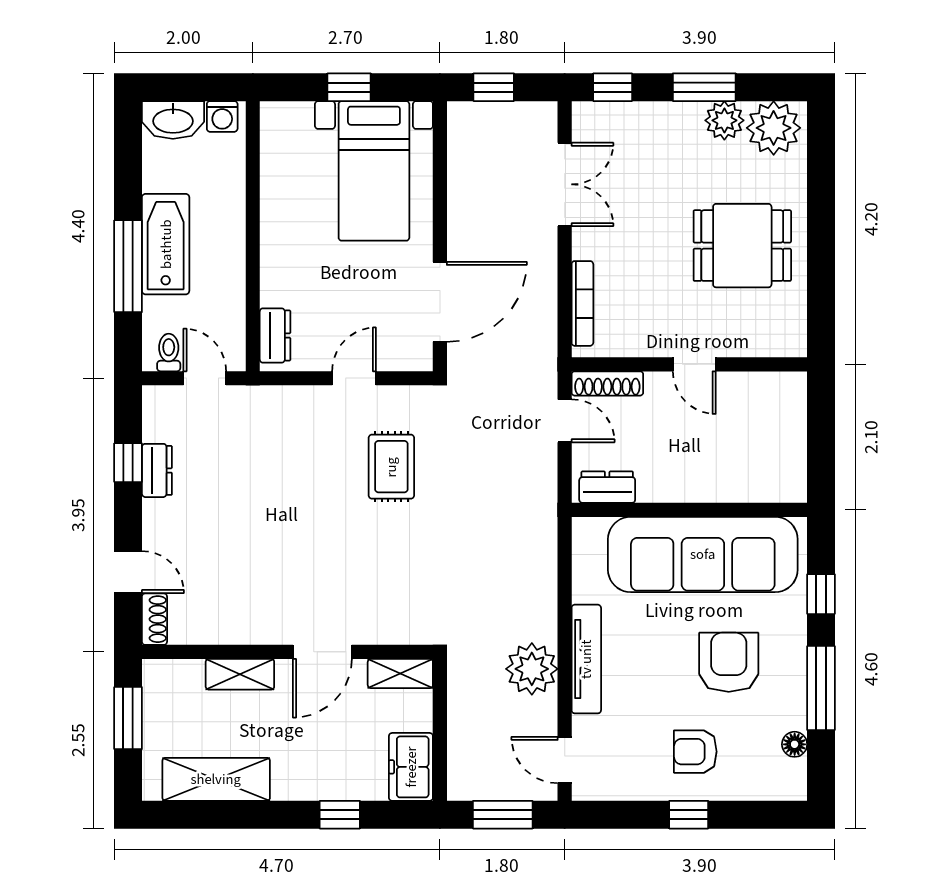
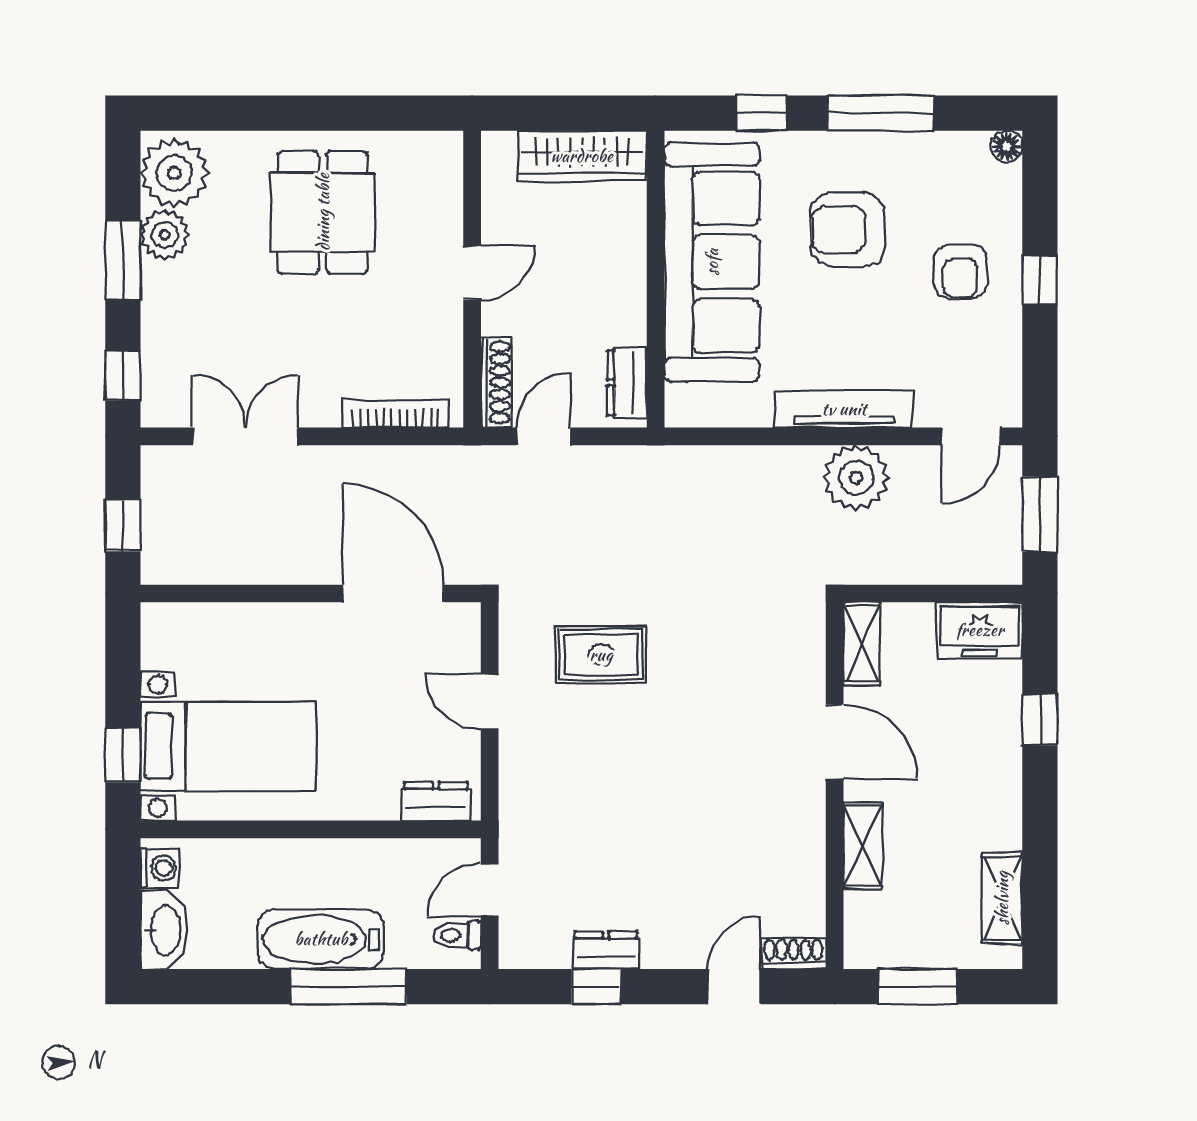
window: (349, 87) -> (123, 755), moved
bed with nightstands: (374, 171) -> (228, 746), moved
wardrobe: (787, 451) -> (582, 156), added
floor lamp: (795, 744) -> (1007, 146), moved
shelving: (216, 779) -> (1002, 898), width x0.67, depth x0.75

